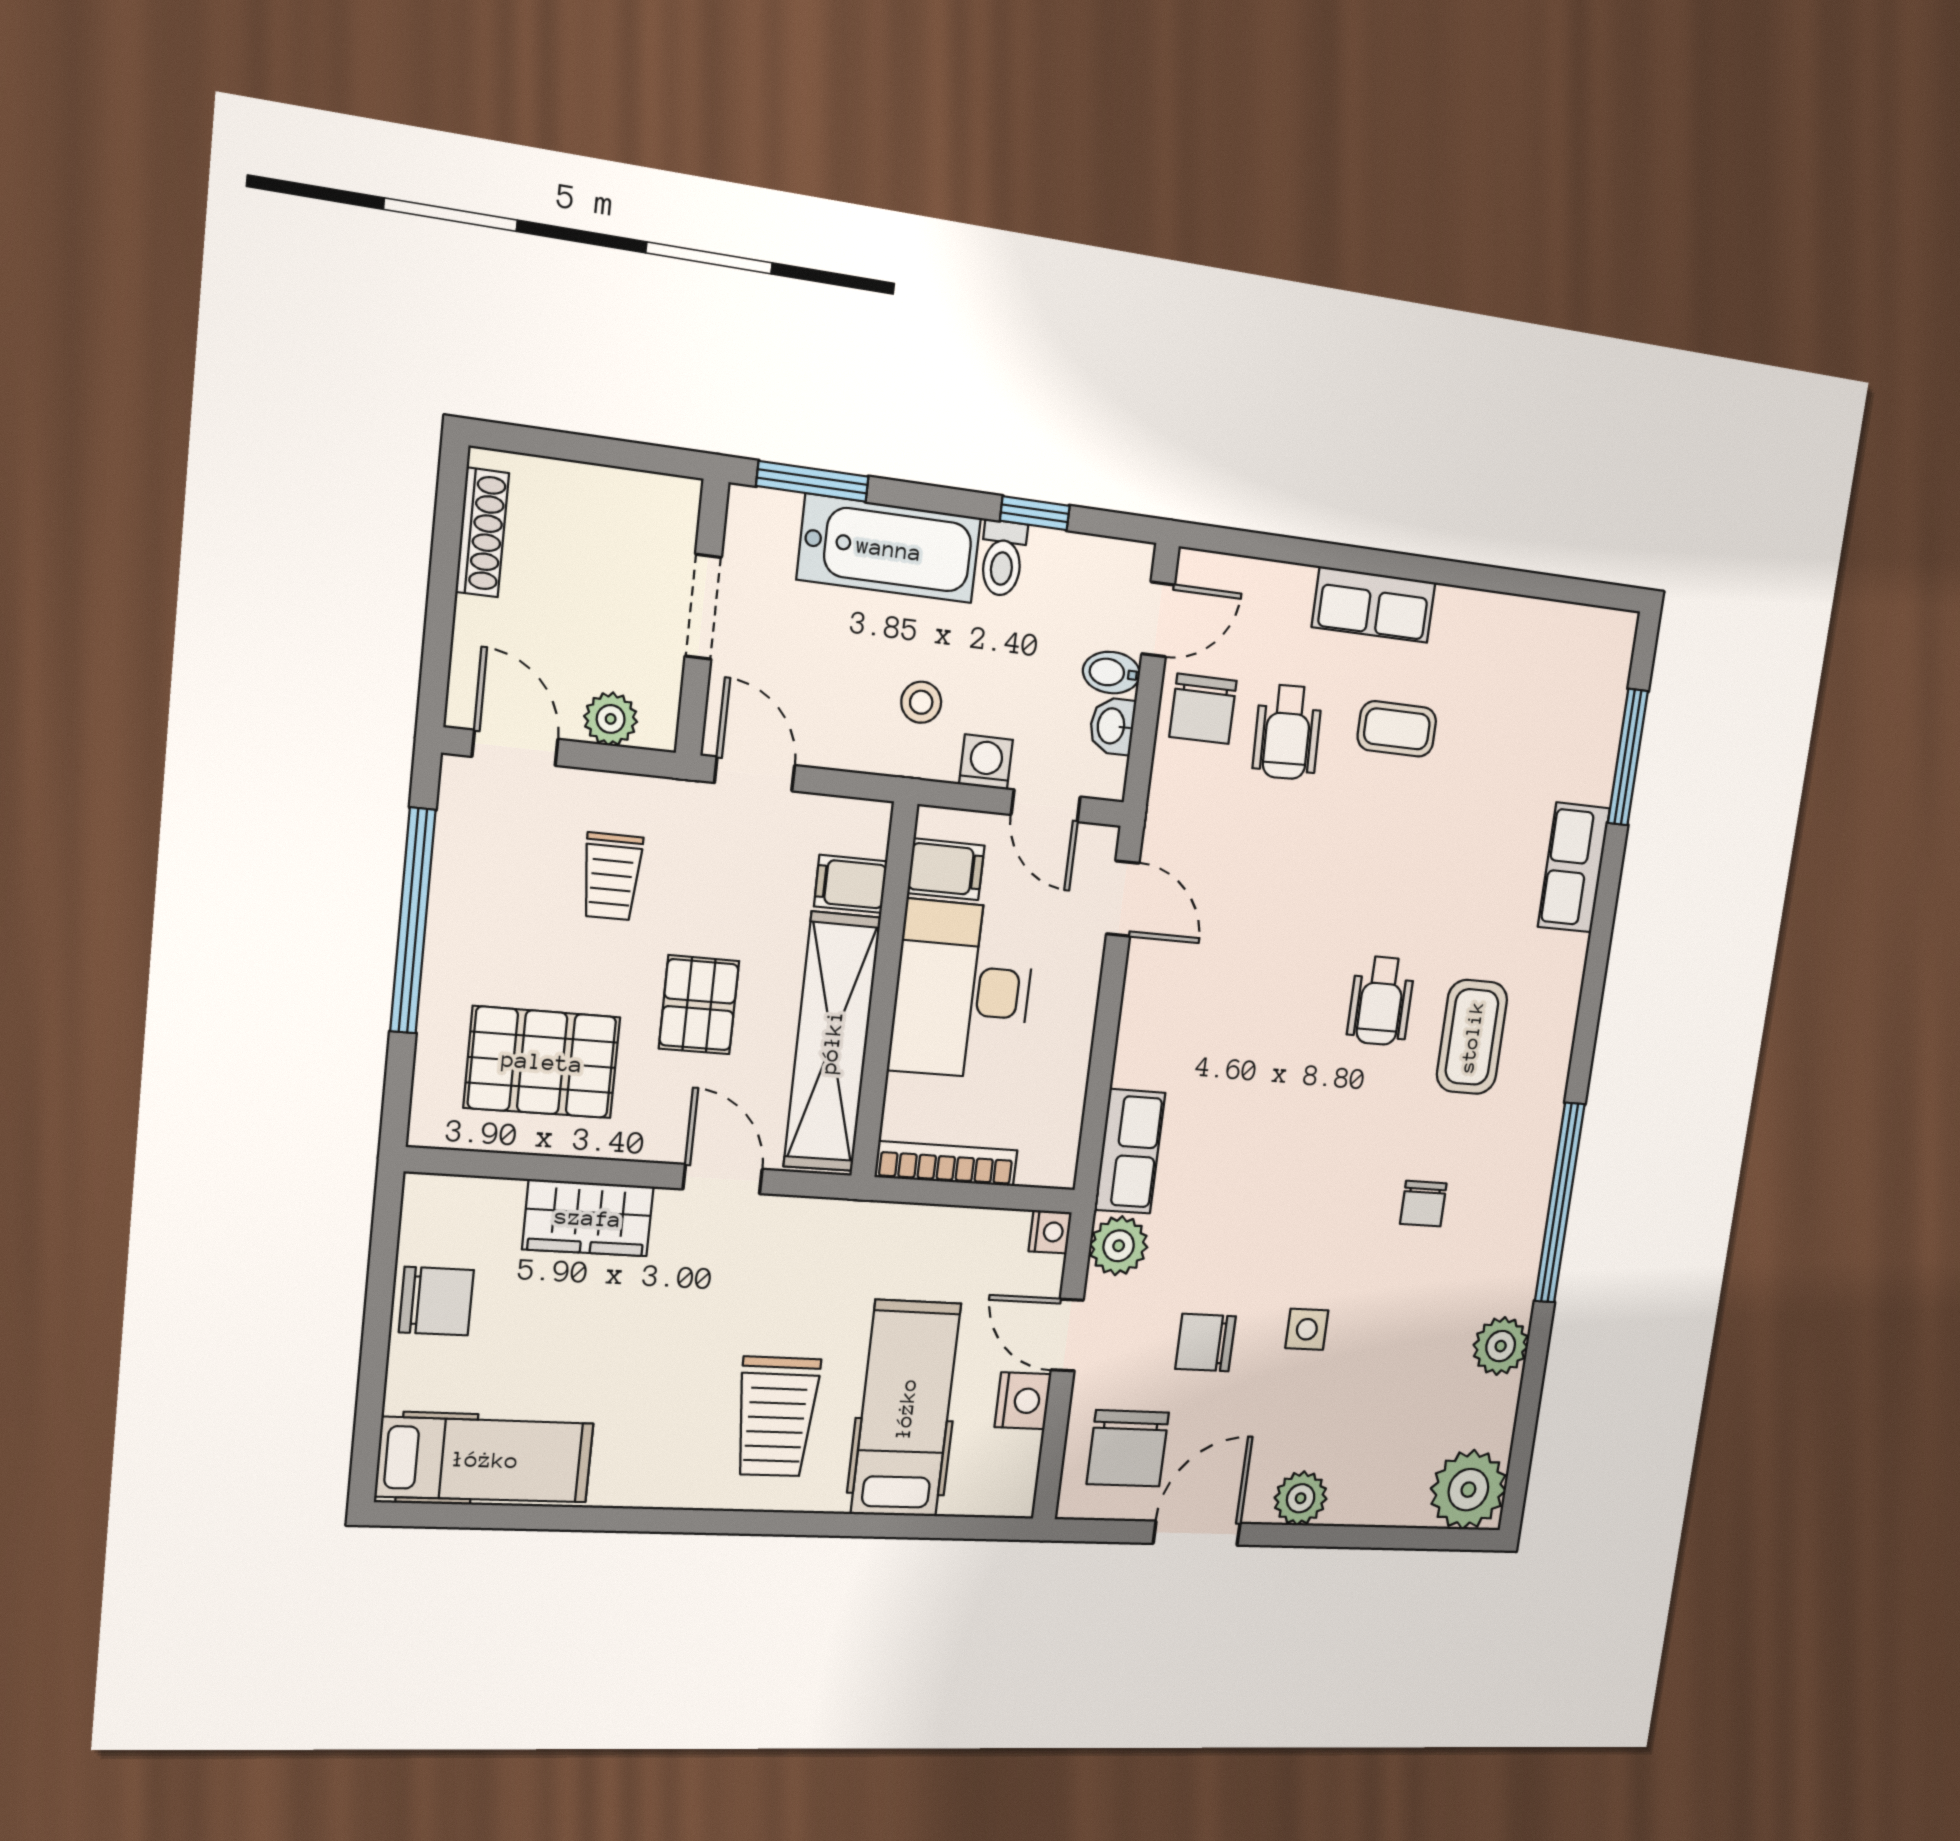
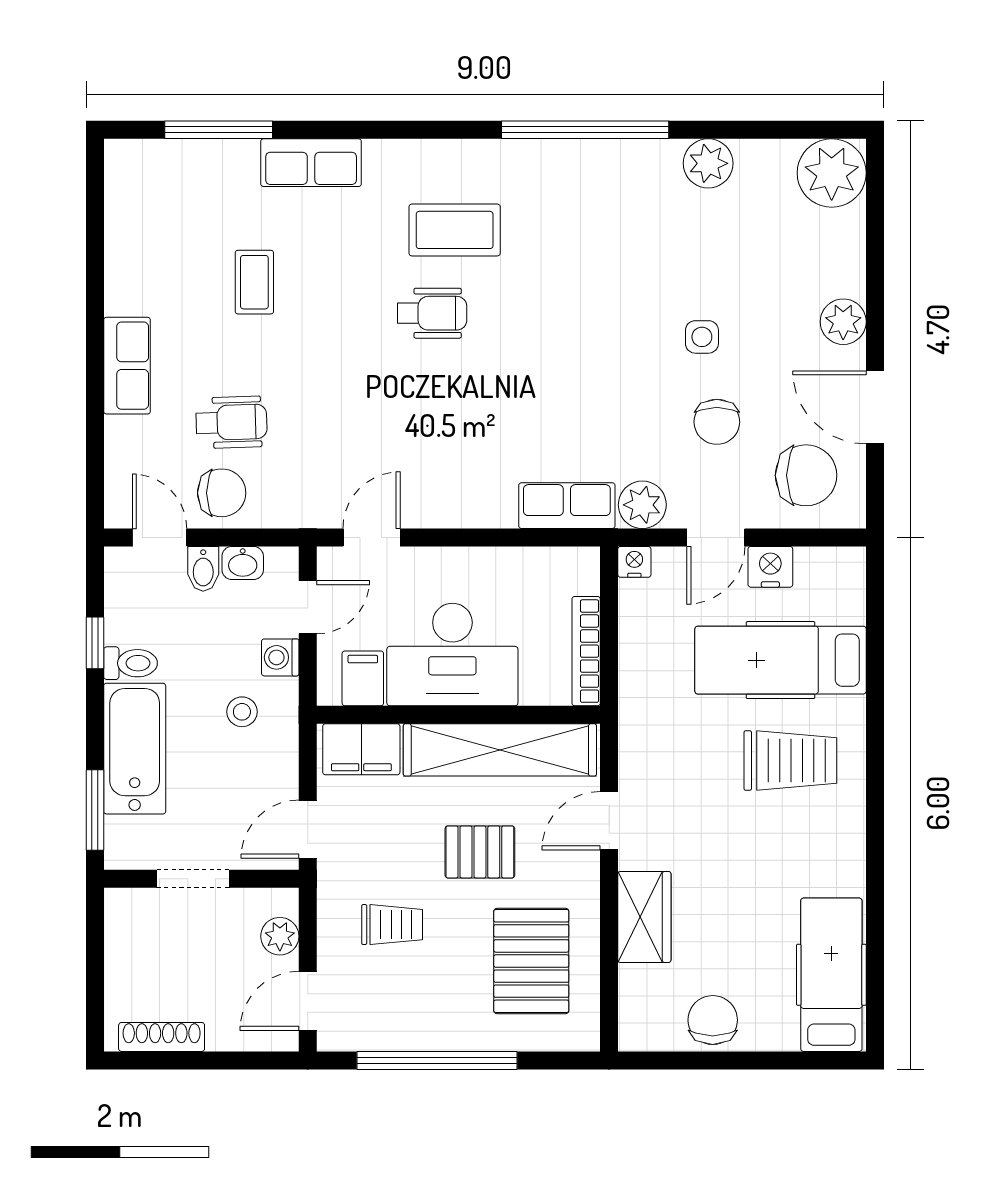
coffee table: (1397, 729) -> (254, 282), moved
filing cabinet: (851, 884) -> (361, 749), width x2.00
chair: (1423, 1204) -> (593, 251), removed

